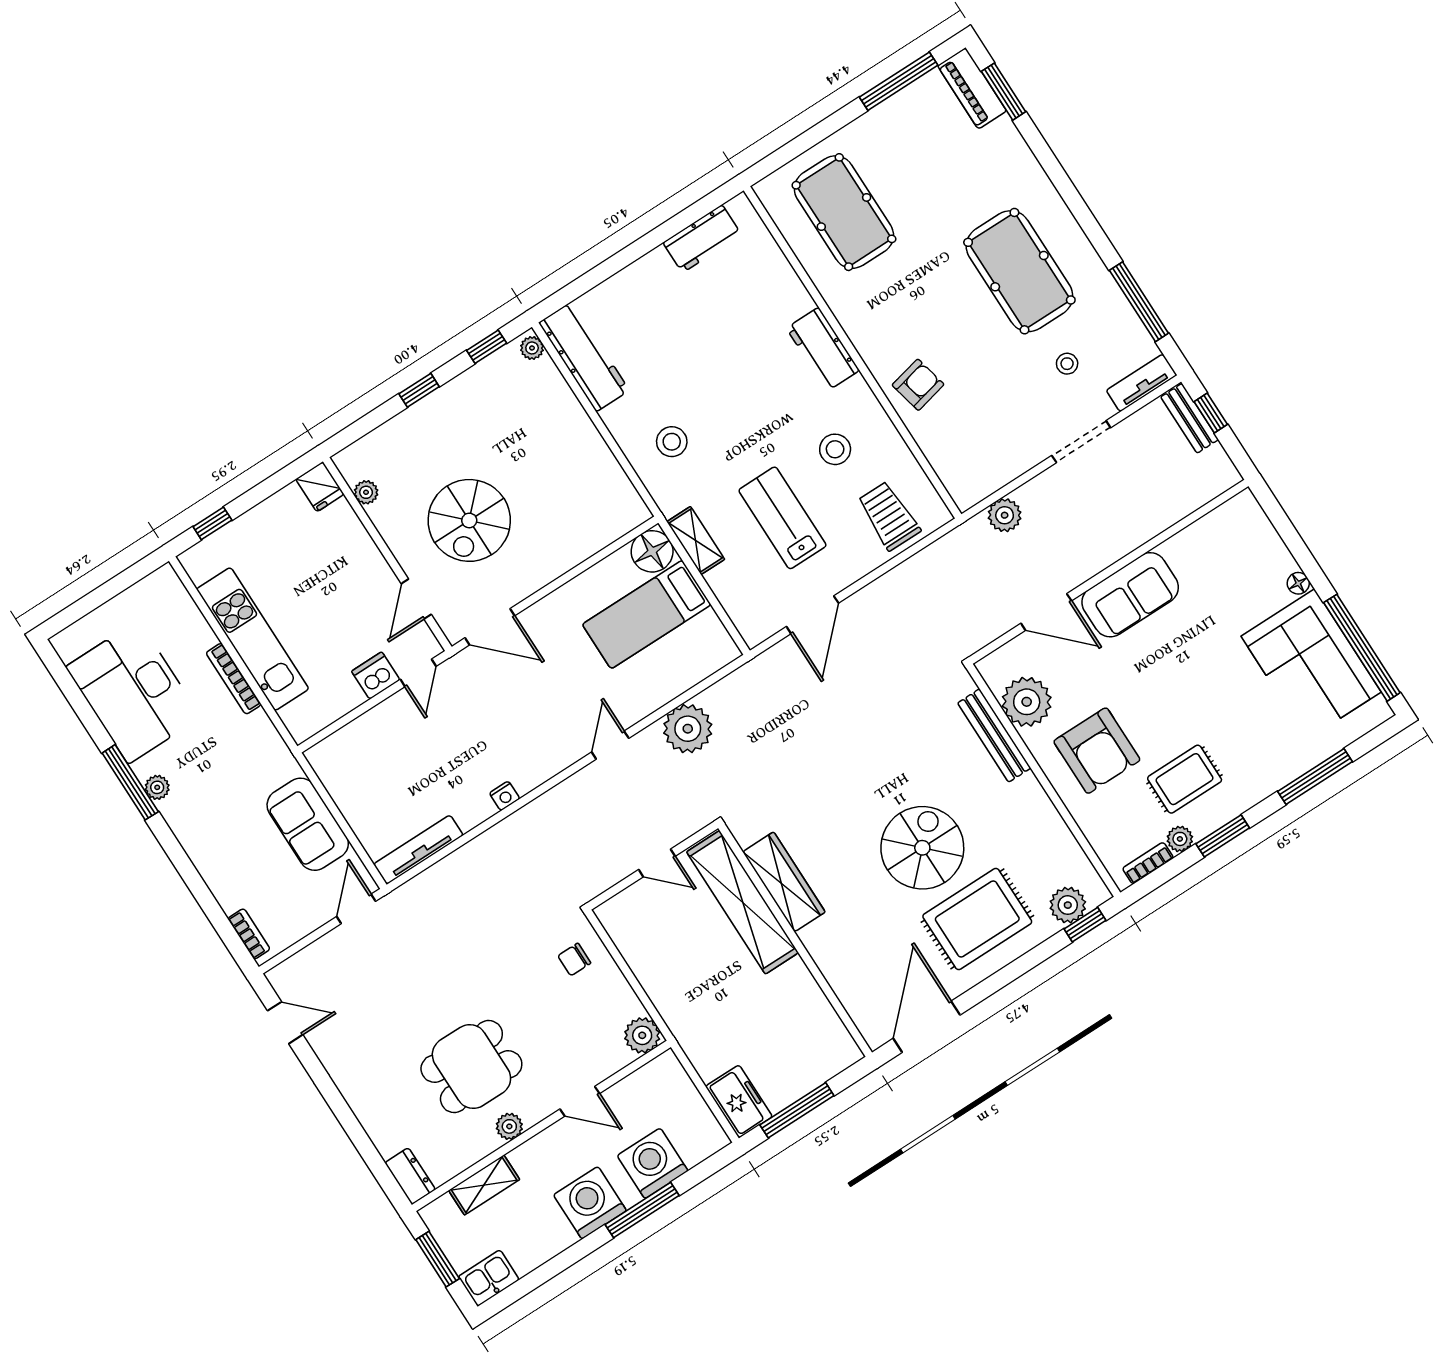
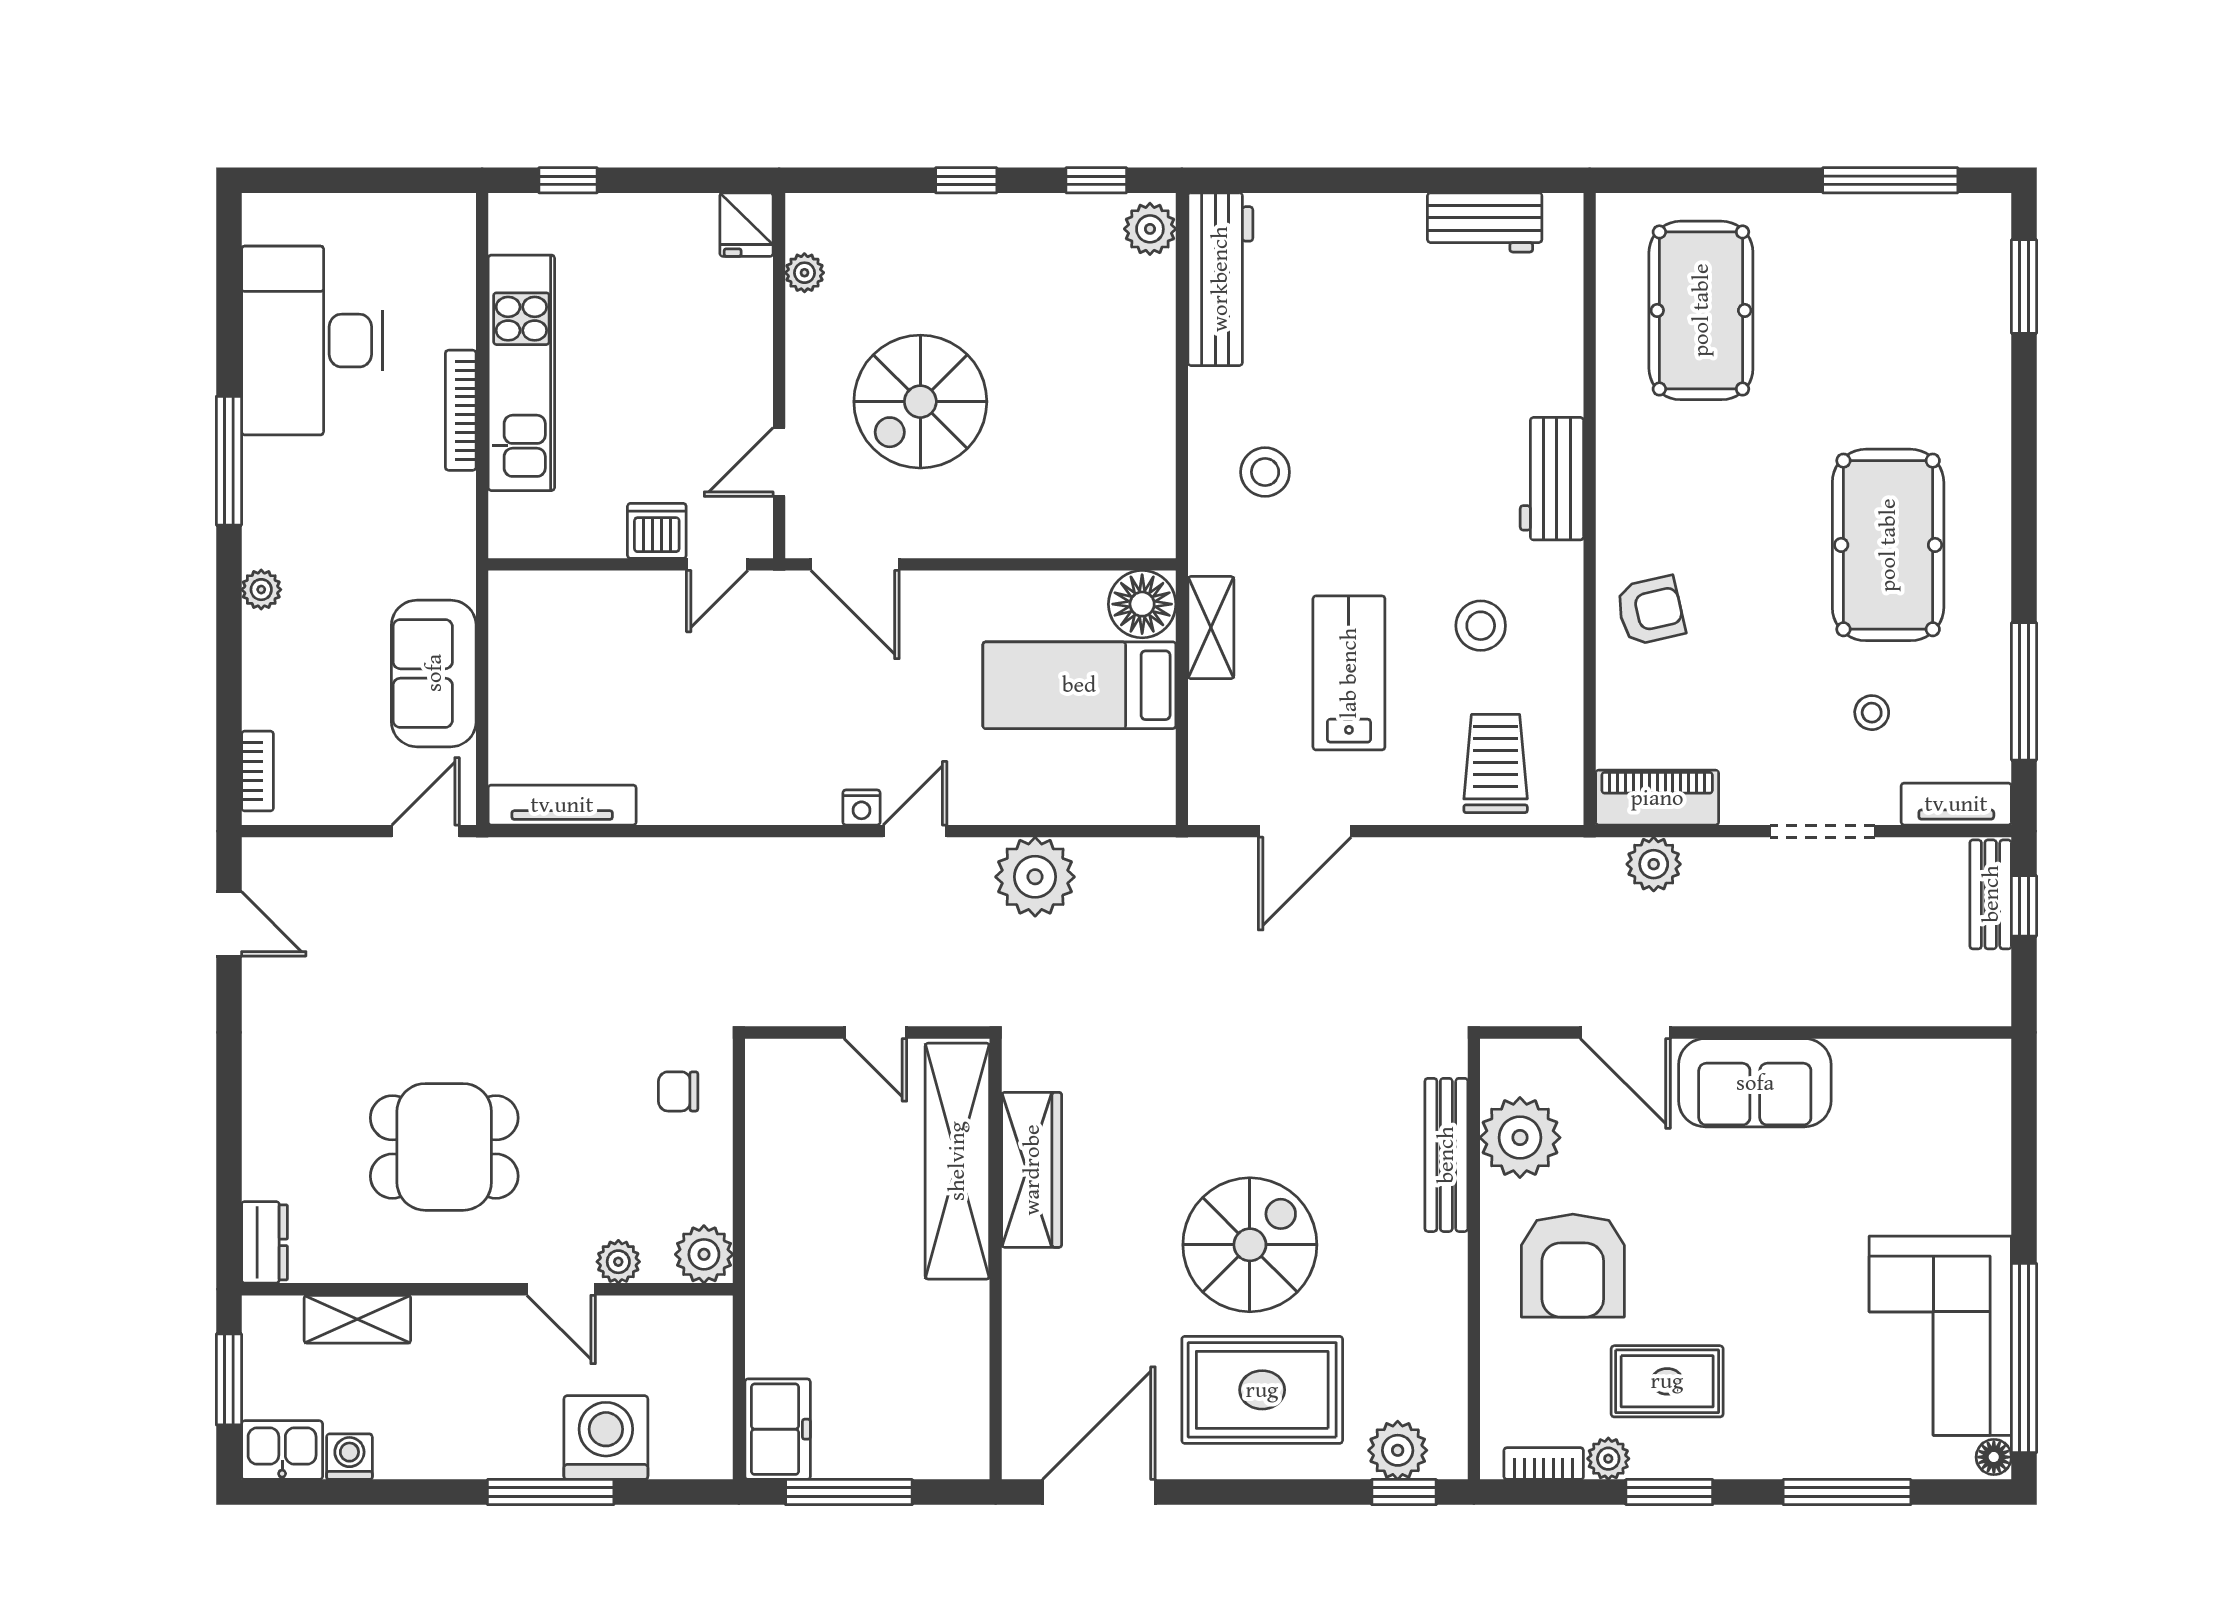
piano: (972, 88) -> (1657, 798), moved, turned 90
plant: (532, 348) -> (1150, 229), width x1.38, depth x1.38
floor lamp: (1298, 583) -> (1994, 1457), moved
plant: (157, 787) -> (261, 590), moved
nightstand: (505, 796) -> (862, 808), moved
plant: (509, 1126) -> (618, 1262), moved
washing machine: (590, 1203) -> (349, 1457), moved, width x0.53, depth x0.53

